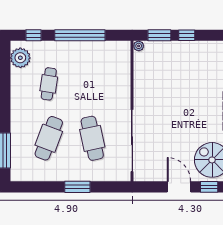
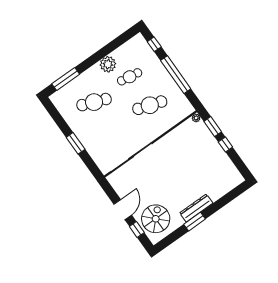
plant: (20, 58) -> (108, 64), moved
cafe table: (92, 138) -> (150, 105), moved, turned 30

